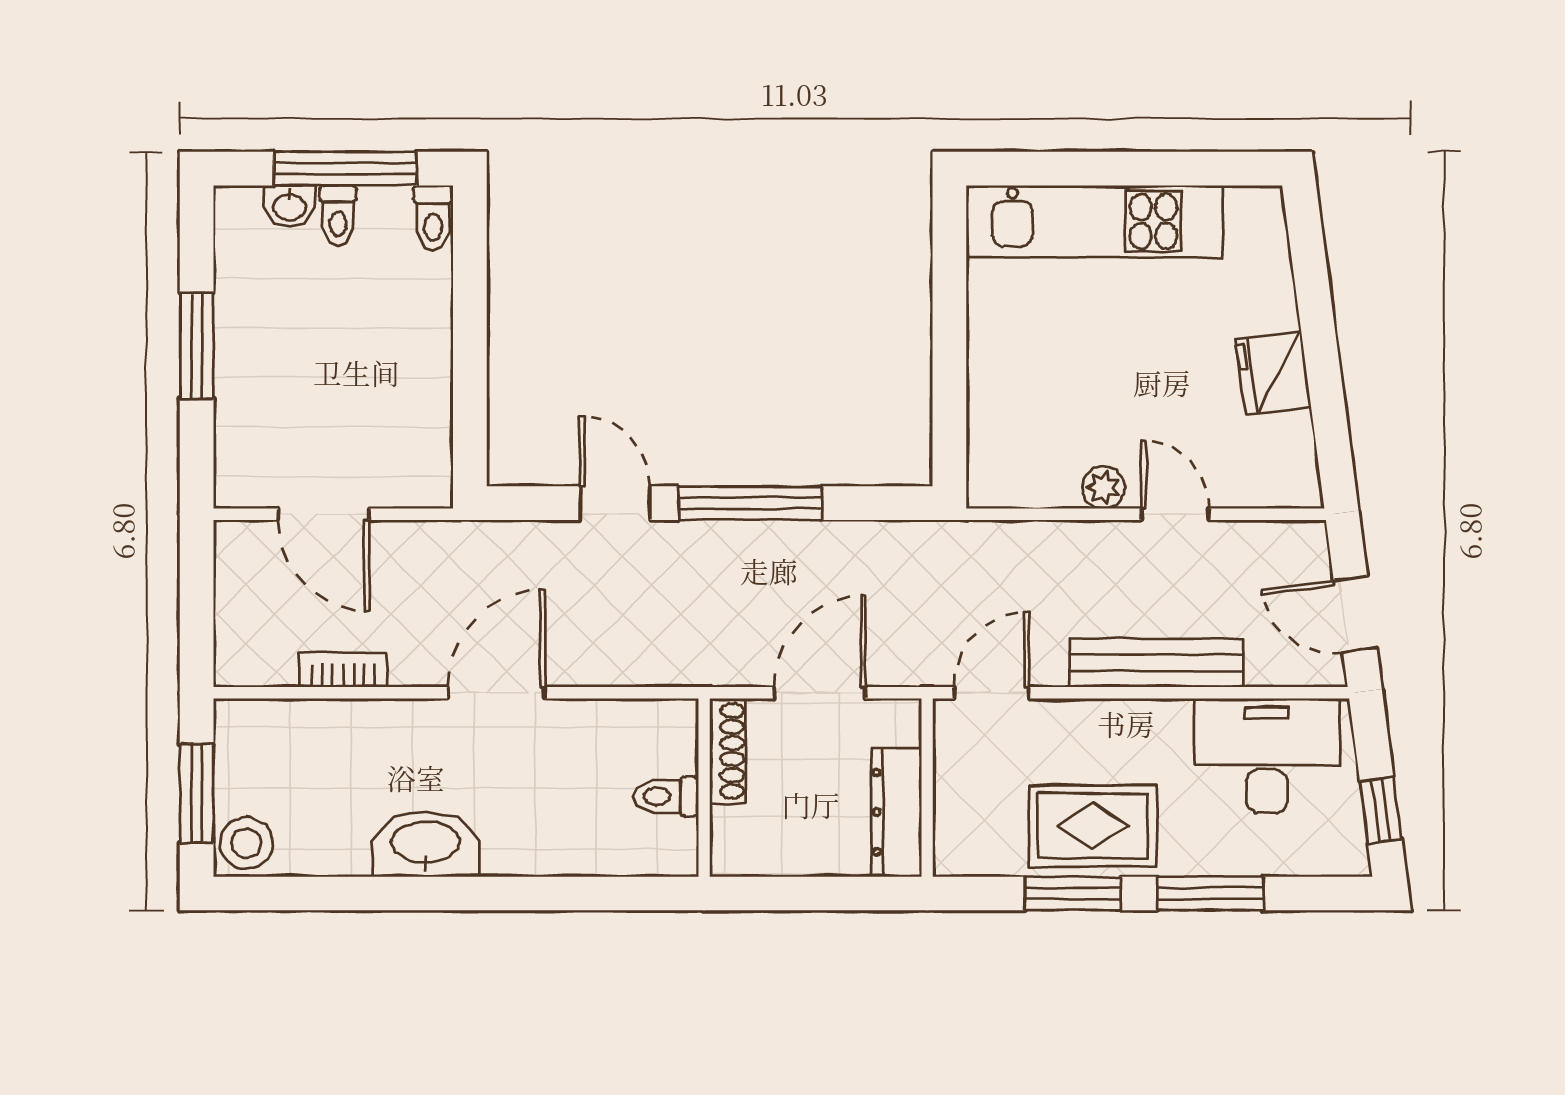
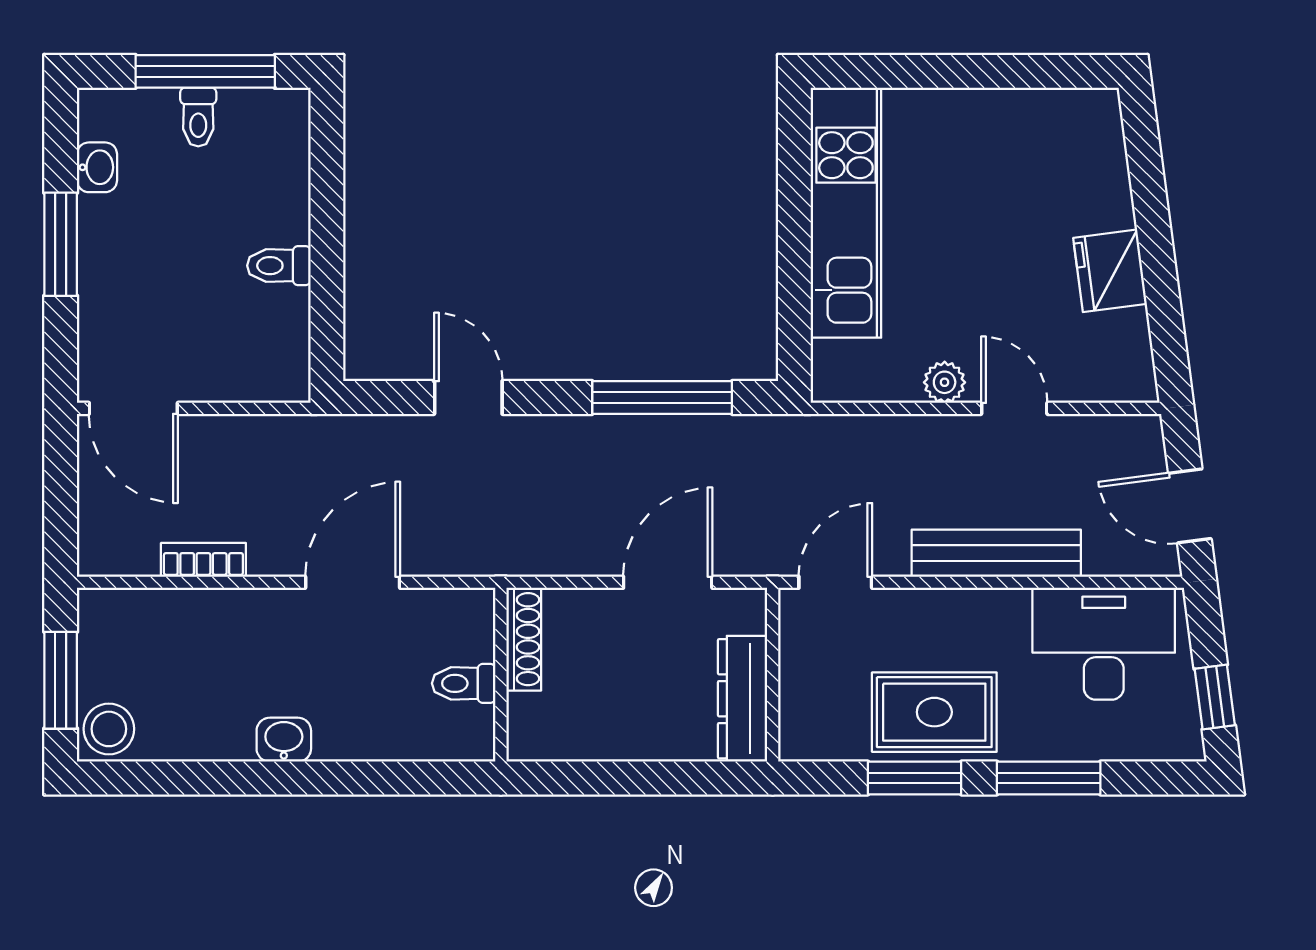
washbasin: (289, 206) -> (97, 167), moved, turned -90
toilet: (433, 218) -> (279, 266), moved, turned 90
kitchen unit: (1094, 221) -> (846, 213), moved, turned -90
window: (750, 503) -> (662, 397), moved
door: (324, 514) -> (133, 408), moved
shoe rack: (728, 751) -> (524, 639), moved
wall: (704, 788) -> (501, 675), moved
toilet: (666, 796) -> (464, 683), moved
washbasin: (426, 844) -> (284, 740), width x0.52, depth x0.69

